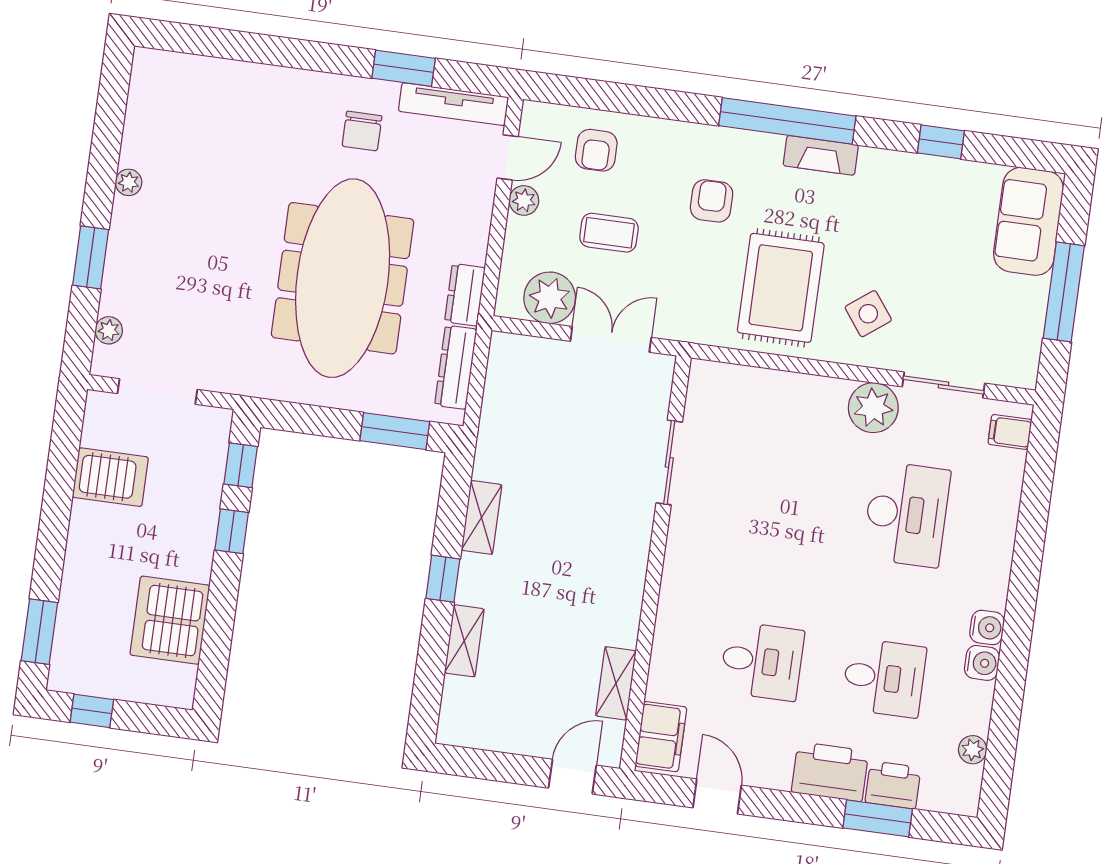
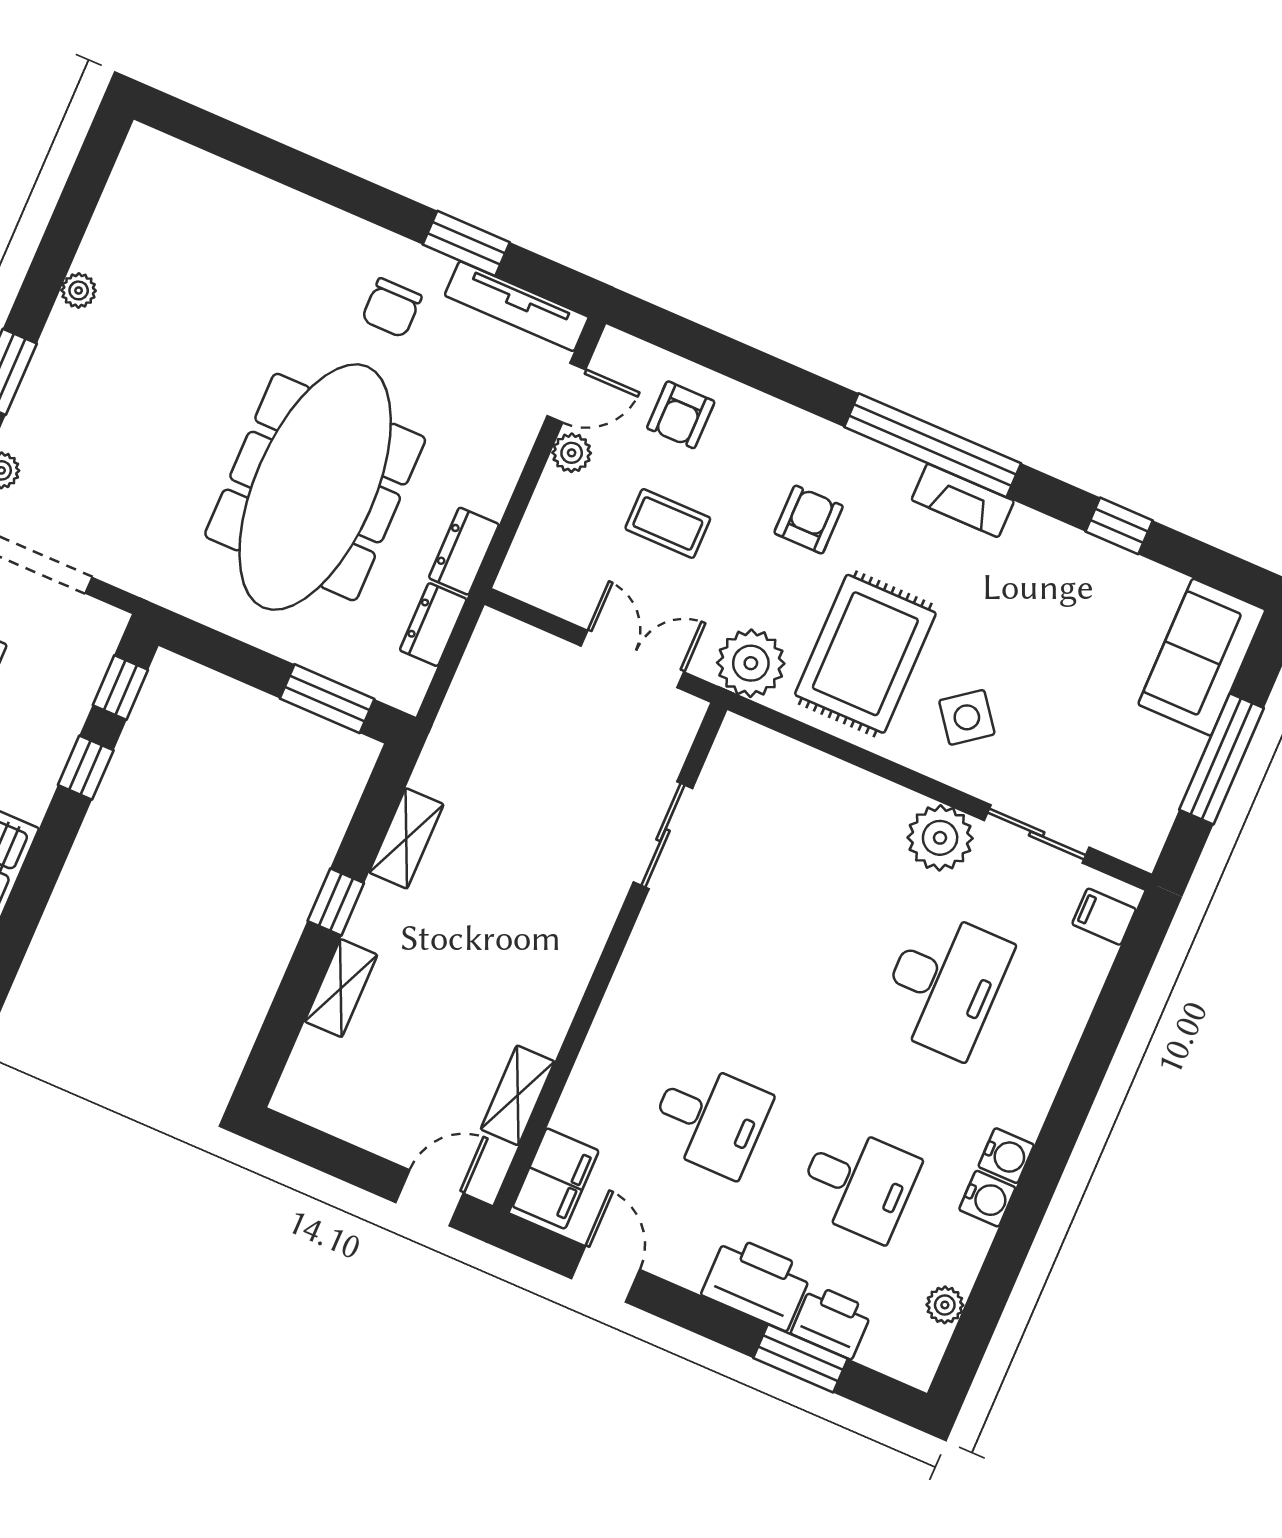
plant: (550, 298) -> (751, 663), moved
dresser: (456, 367) -> (433, 625), width x0.70

